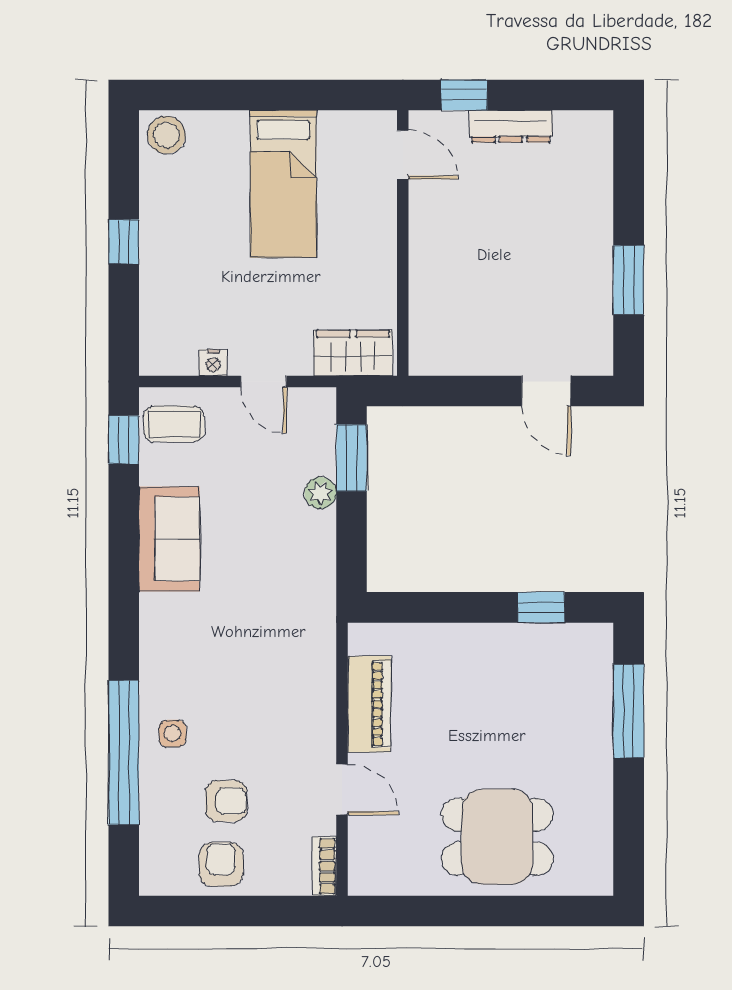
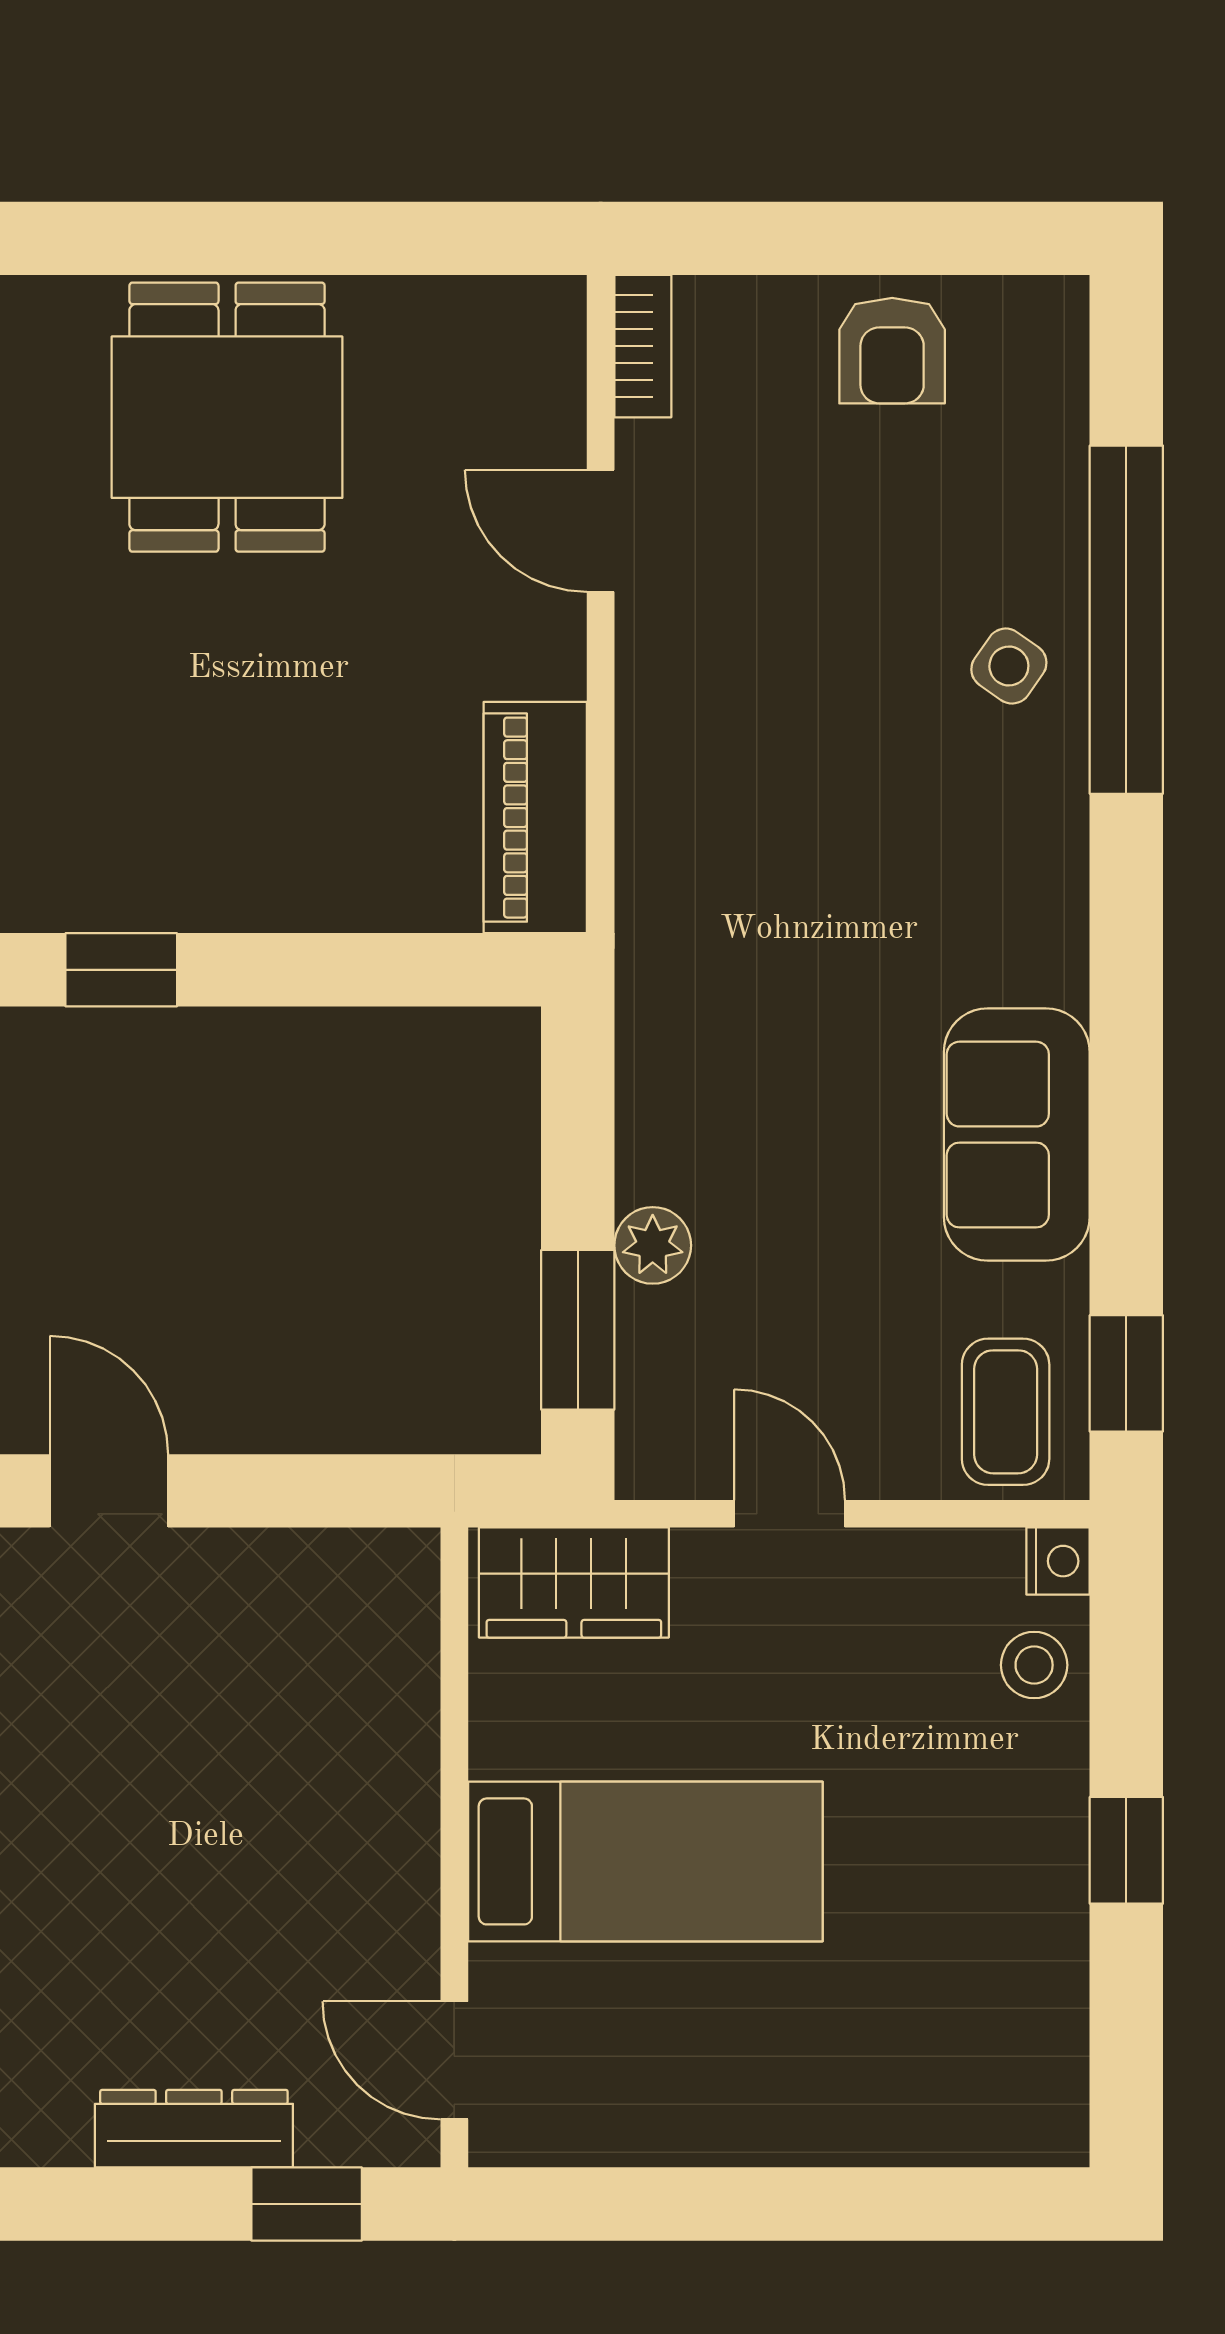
stool: (166, 135) -> (1034, 1665), moved, width x0.73, depth x0.73
bed: (283, 184) -> (645, 1861), moved, turned 90
nightstand: (213, 363) -> (1058, 1561), moved, turned 90
coffee table: (174, 424) -> (1006, 1412), turned 90
piano: (369, 704) -> (535, 818), moved
side table: (173, 733) -> (1009, 666), turned 35
armchair: (226, 801) -> (880, 503), removed
dining table: (497, 837) -> (227, 417), turned 90

